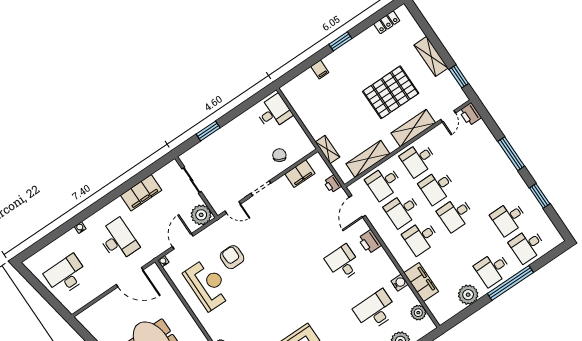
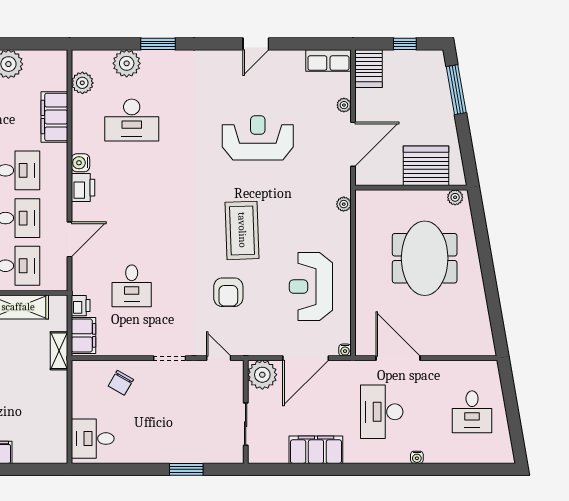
filing cabinet: (300, 174) -> (83, 335), moved, turned 90
door: (357, 206) -> (69, 239), moved
door: (183, 241) -> (306, 358), width x1.36
printer: (370, 242) -> (83, 188), moved
armchair: (232, 257) -> (228, 292), moved
desk: (343, 263) -> (132, 286), moved
desk: (66, 275) -> (472, 412), width x0.73
water cooler: (400, 283) -> (80, 163), moved
coffee table: (269, 290) -> (242, 230), added

